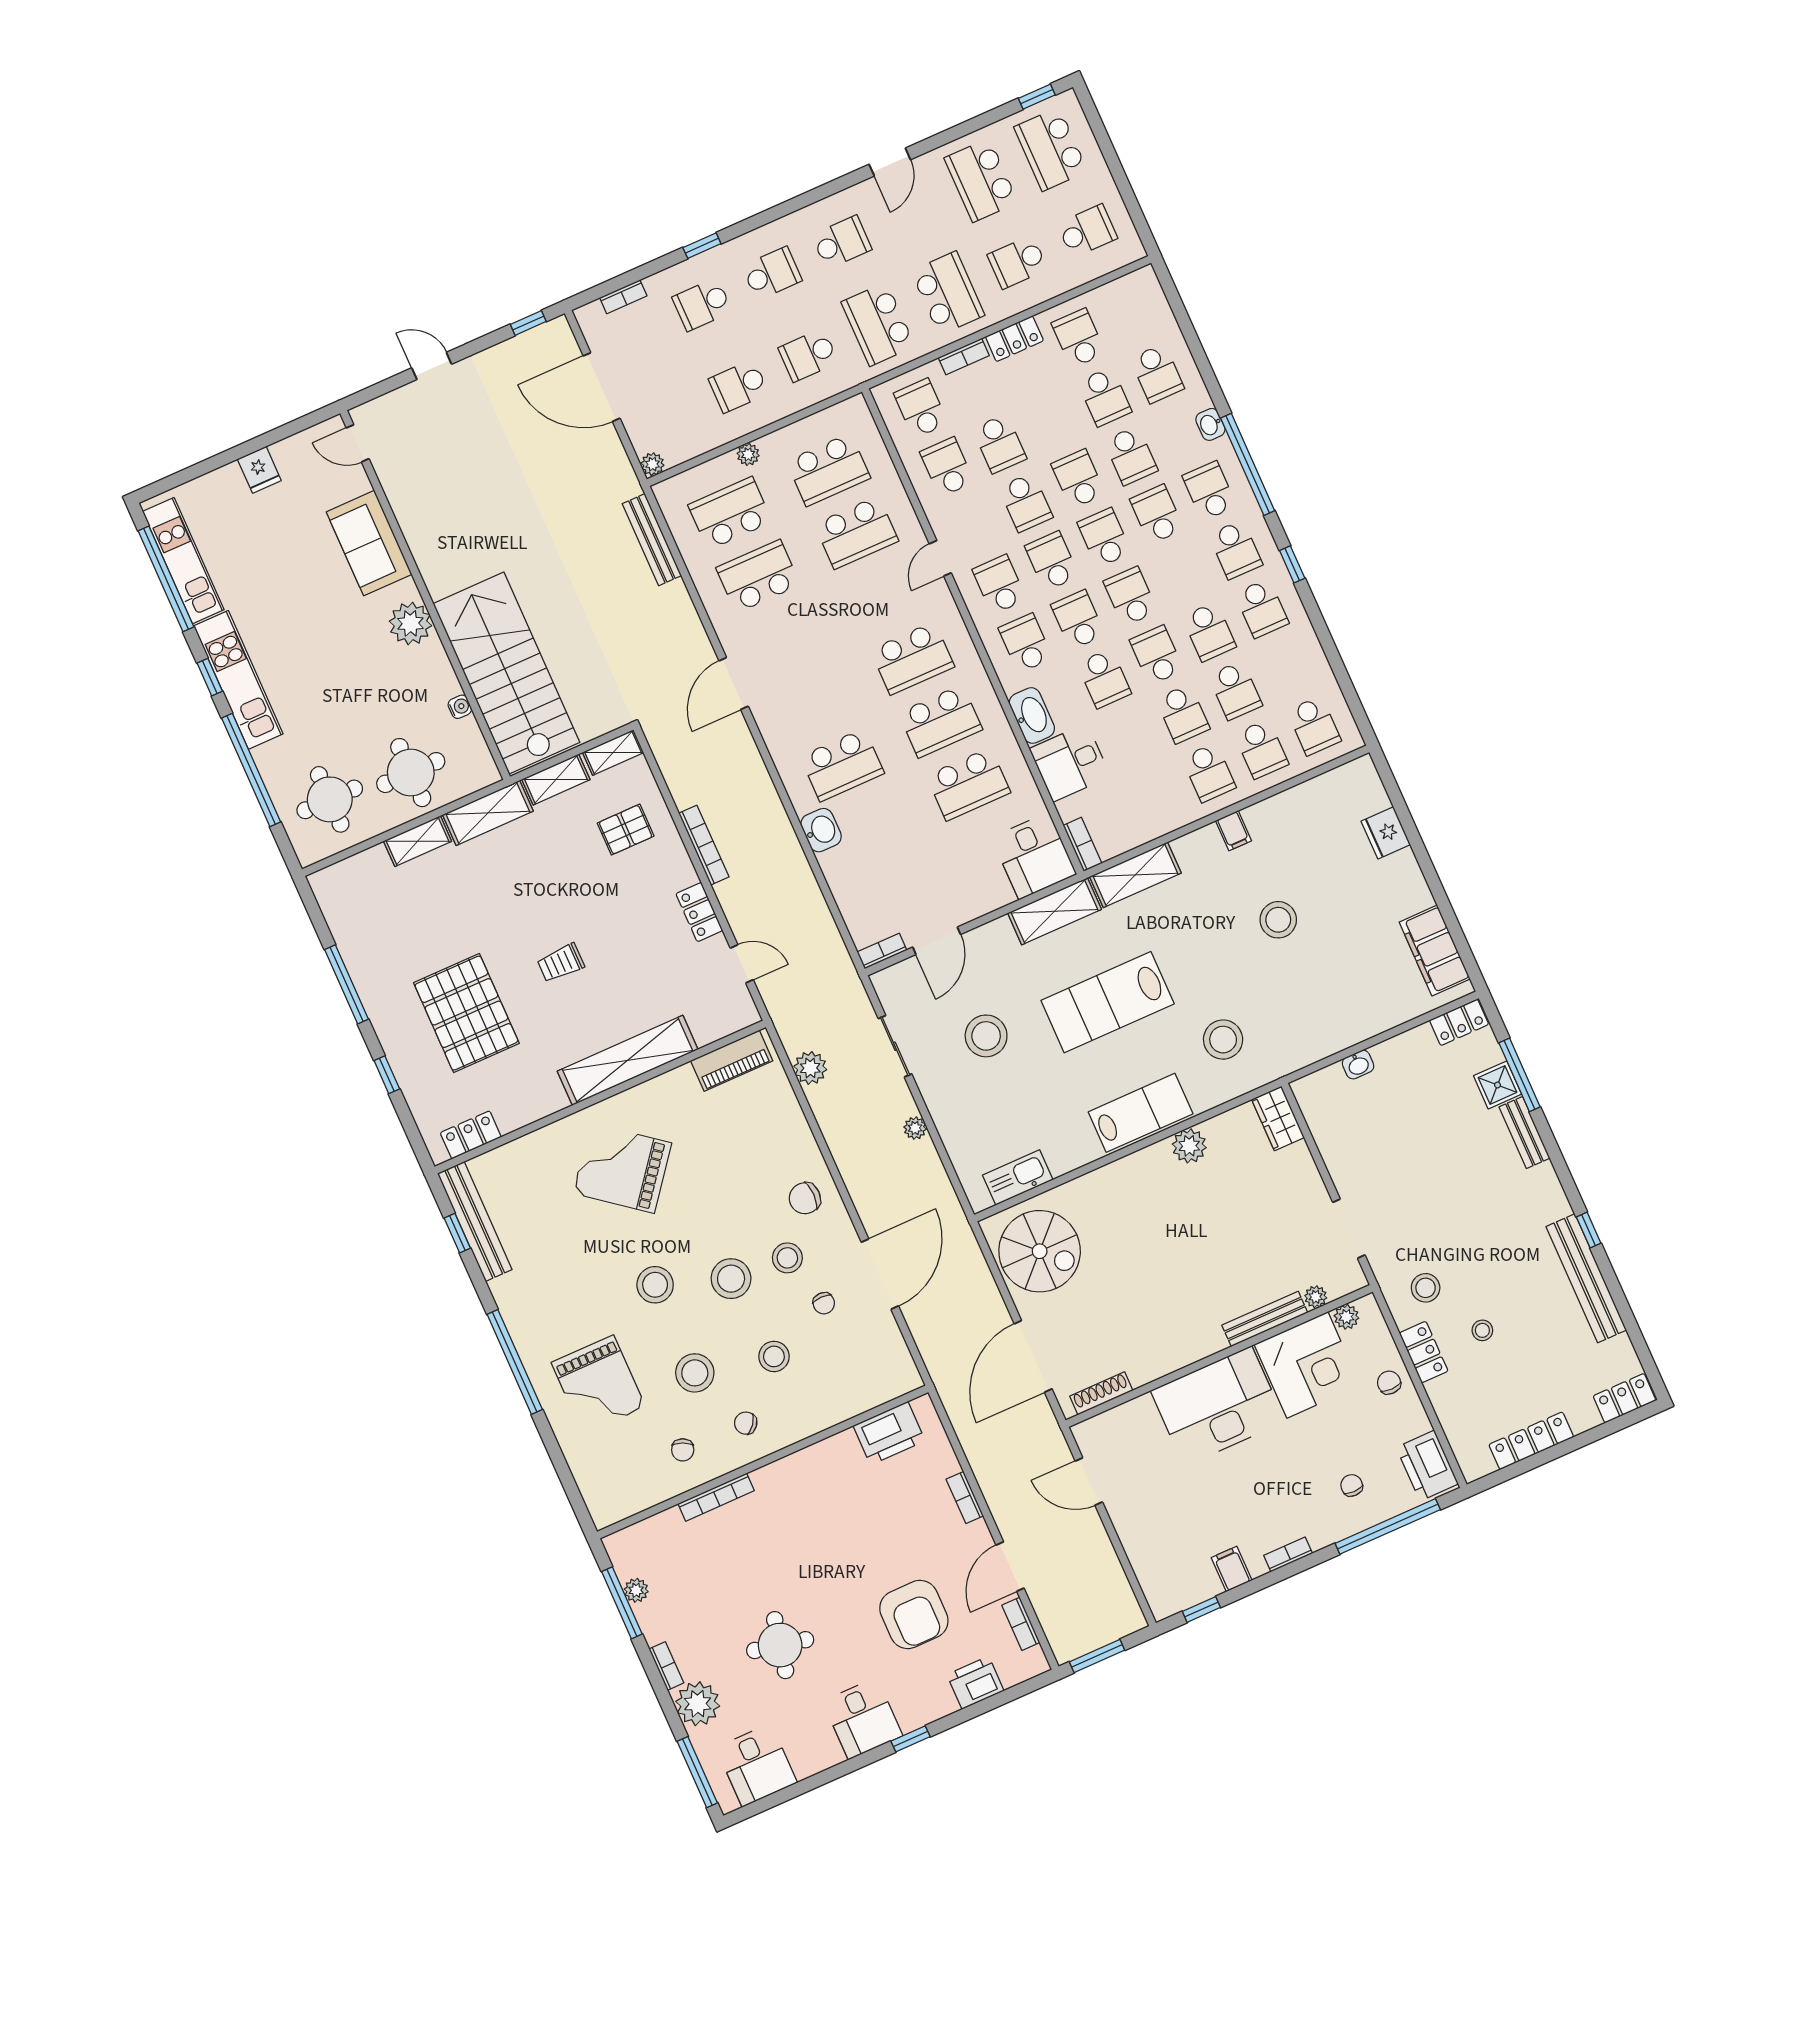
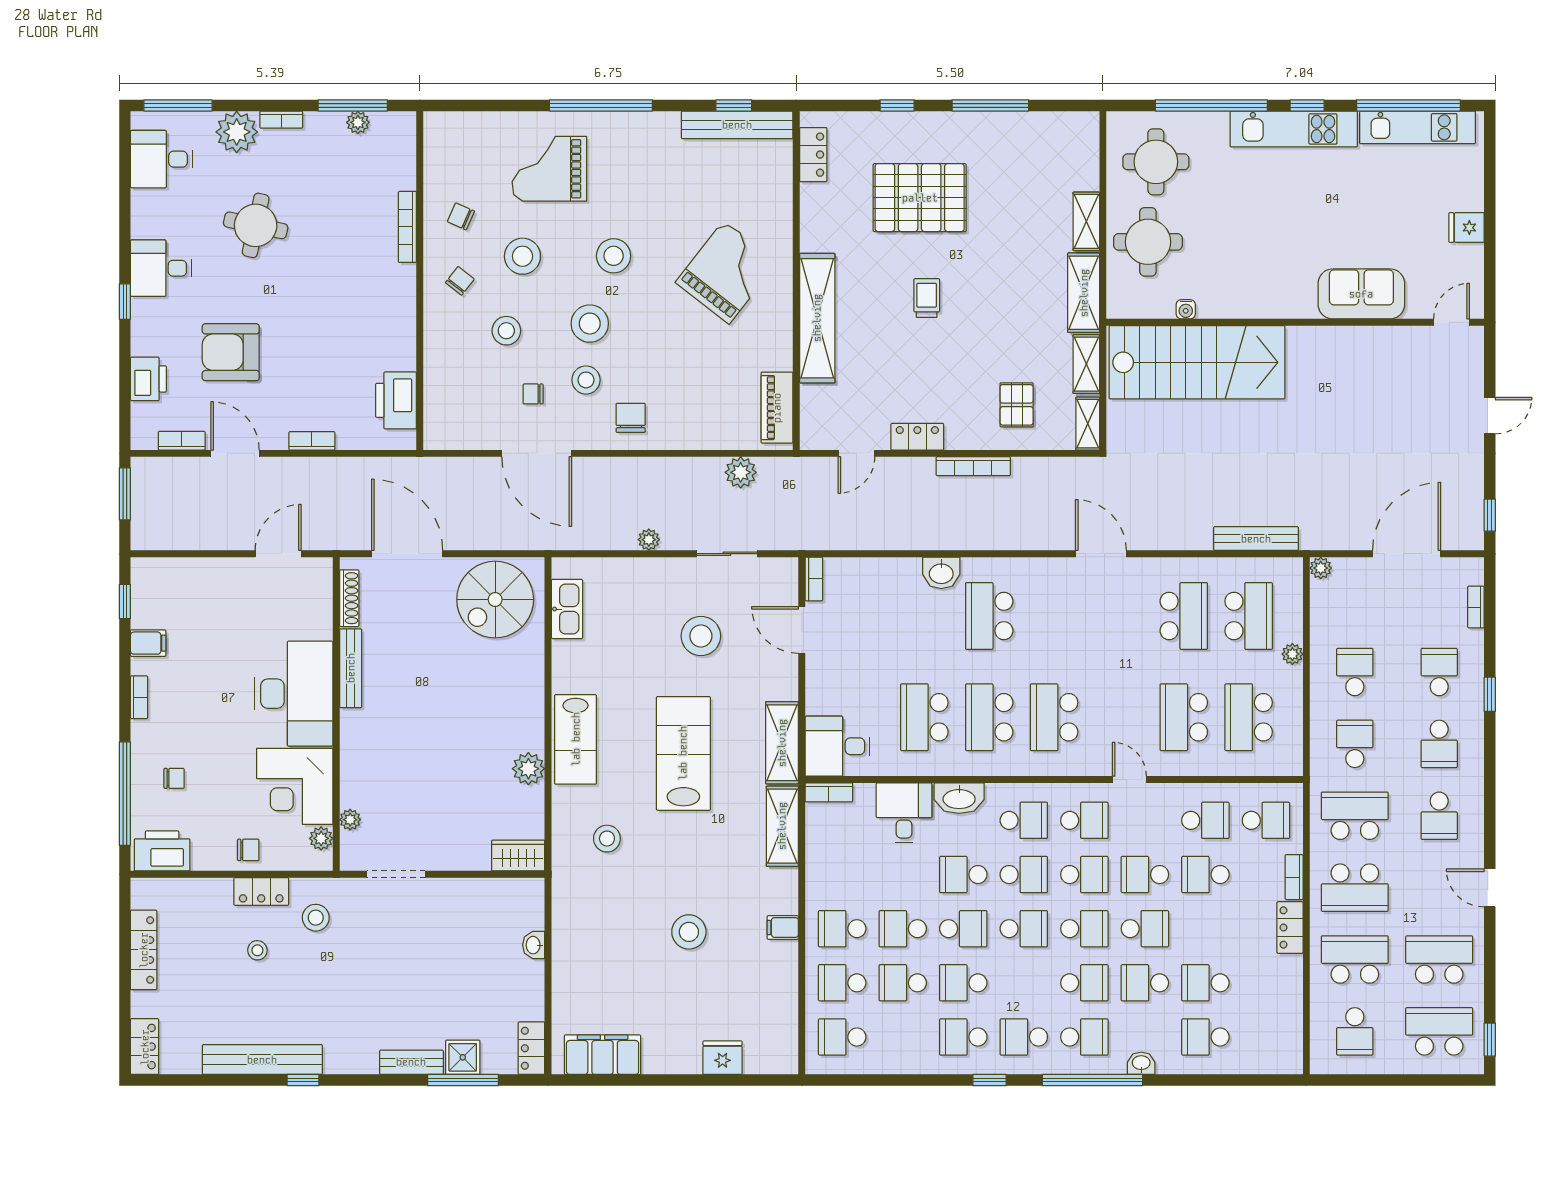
school desk: (1017, 262) -> (1355, 960), width x1.85
school desk: (1078, 338) -> (1266, 983), removed
plant: (410, 623) -> (1276, 299), removed
stool: (1223, 1040) -> (607, 839), width x0.73, depth x0.73
bench: (1265, 1319) -> (351, 668), moved

